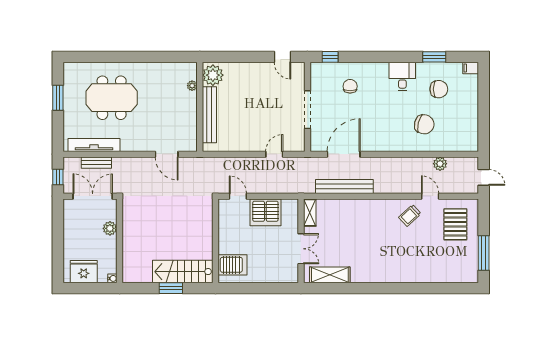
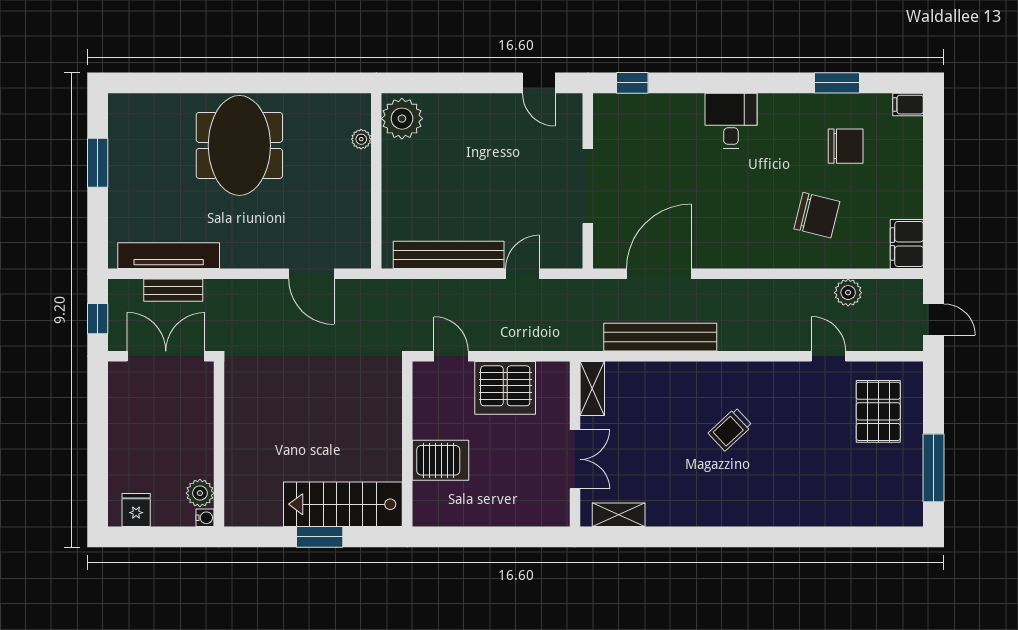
desk: (402, 76) -> (731, 121), moved
chair: (350, 86) -> (671, 140), removed
meeting table: (112, 98) -> (239, 145), moved, turned 90
bench: (209, 115) -> (449, 255), moved, turned 90
filing cabinet: (470, 139) -> (907, 244), added
trolley: (410, 215) -> (730, 429), moved
plant: (110, 228) -> (200, 493), moved
server rack: (232, 265) -> (441, 460), moved
fridge: (84, 272) -> (136, 510), width x0.53, depth x0.75
shelving: (330, 275) -> (619, 515), width x0.67, depth x0.75

